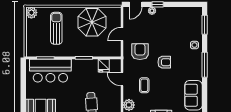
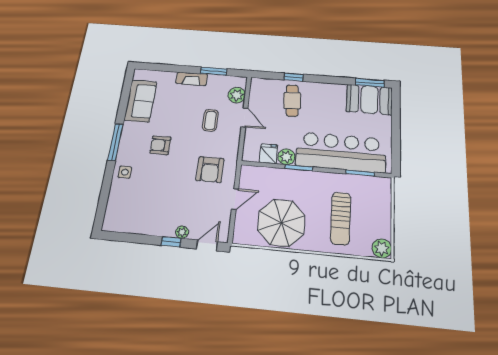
window: (205, 25) -> (103, 202), removed
armchair: (164, 62) -> (160, 145), moved
plant: (92, 64) -> (286, 157), added
bar counter: (50, 71) -> (341, 152), width x1.36
door: (122, 79) -> (244, 117), moved

